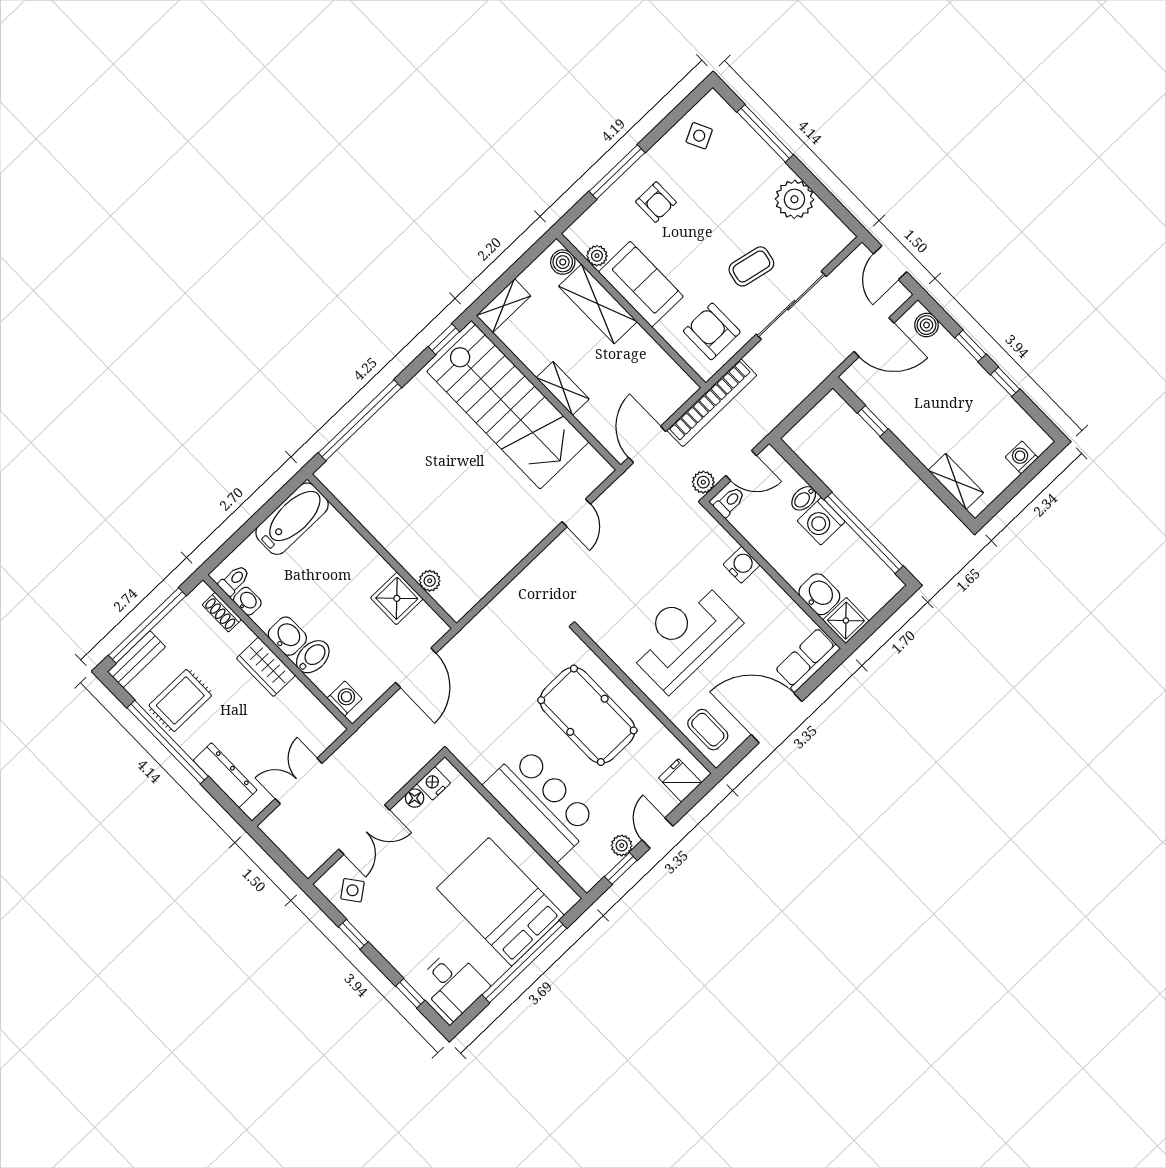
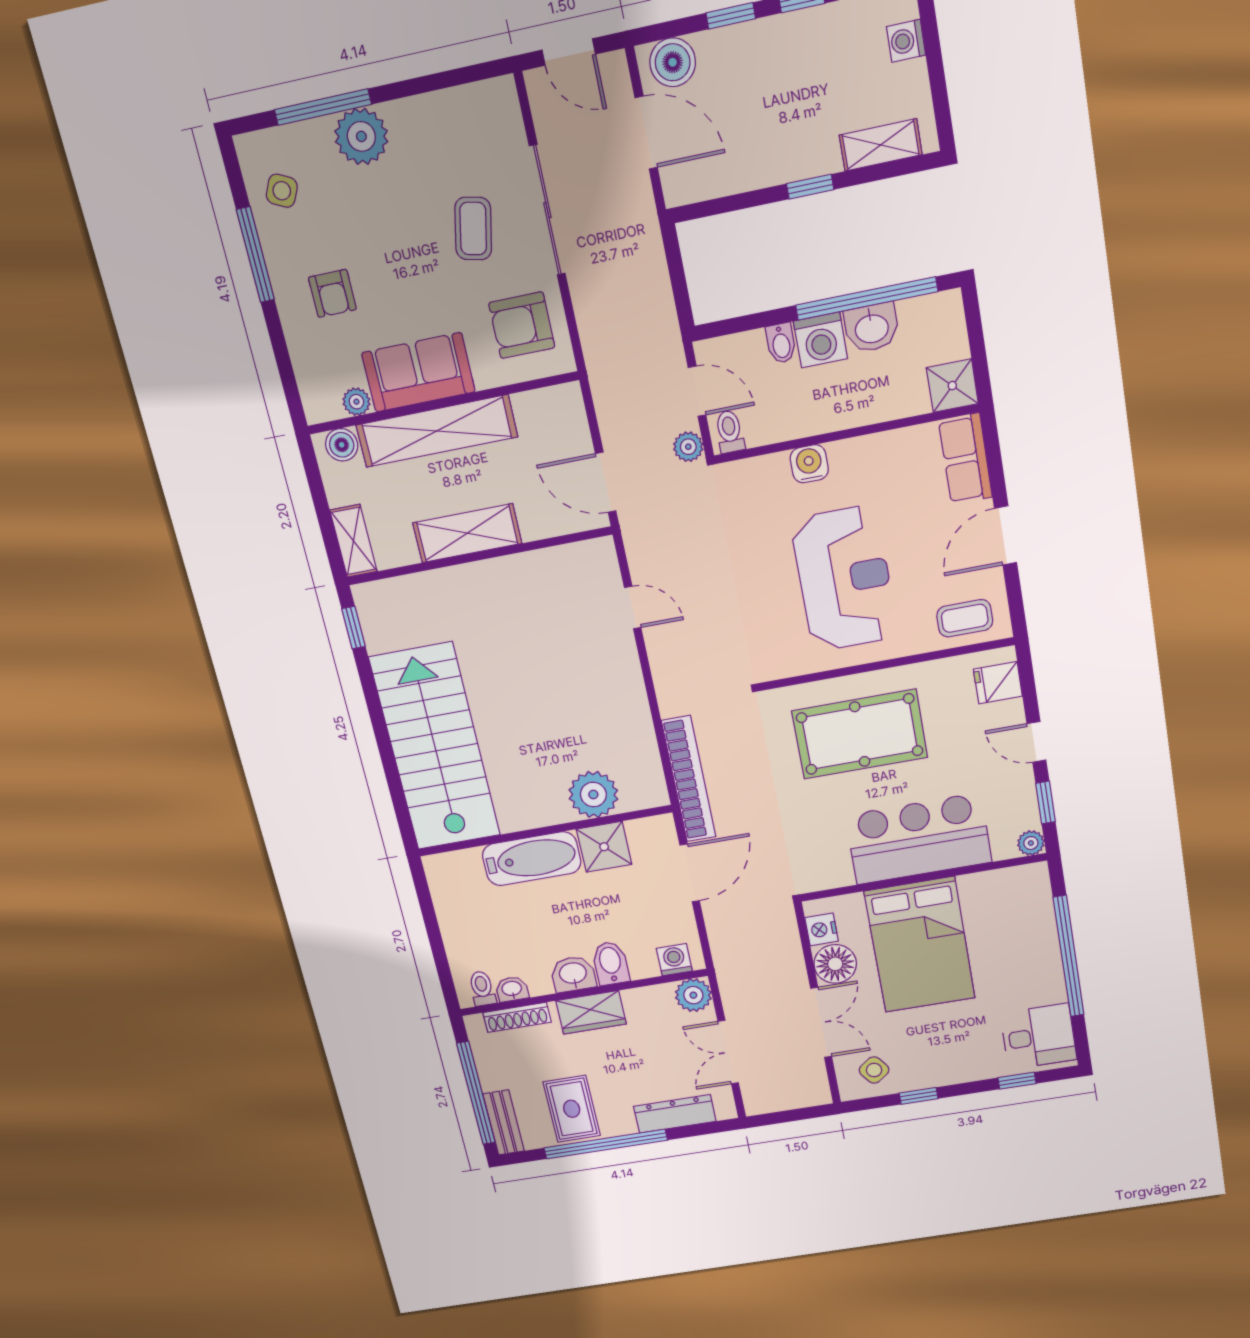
side table: (699, 136) -> (282, 191), turned -38
window: (617, 172) -> (255, 255), moved
plant: (794, 199) -> (361, 136), moved
armchair: (656, 202) -> (332, 293), turned 90
shelving: (598, 304) -> (437, 431), width x1.47
boiler: (927, 325) -> (673, 62), width x1.36, depth x1.36
door: (874, 337) -> (646, 133), hinge flipped
shelving: (563, 388) -> (467, 533), width x1.50, depth x1.33
bookcase: (712, 403) -> (689, 779), moved
stairs: (508, 407) -> (435, 747), moved, turned -90
window: (360, 420) -> (390, 767), removed
window: (873, 421) -> (810, 187), moved
door: (741, 466) -> (697, 391), hinge flipped
bathtub: (292, 519) -> (532, 859), moved, turned 90
plant: (430, 581) -> (593, 795), width x1.87, depth x1.87
washbasin: (819, 594) -> (872, 328), moved, turned 180
shoe rack: (222, 612) -> (517, 1017), width x1.43
reception desk: (683, 636) -> (844, 579), turned 180
door: (416, 668) -> (690, 873), hinge flipped
door: (777, 718) -> (1006, 535), width x0.73
plant: (326, 729) -> (693, 995), added
floor lamp: (415, 798) -> (835, 964), width x1.89, depth x1.89
plant: (622, 845) -> (1031, 843), moved
bed: (500, 902) -> (920, 945), moved, turned -90

